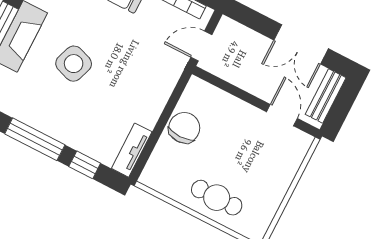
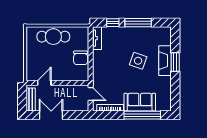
door: (201, 46) -> (91, 94), hinge flipped
door: (282, 115) -> (44, 83), swing flipped
cafe table: (217, 198) -> (53, 37), width x1.37, depth x1.35

